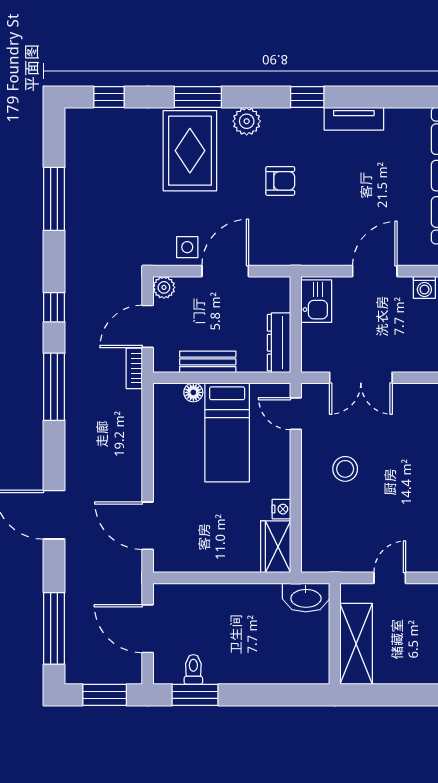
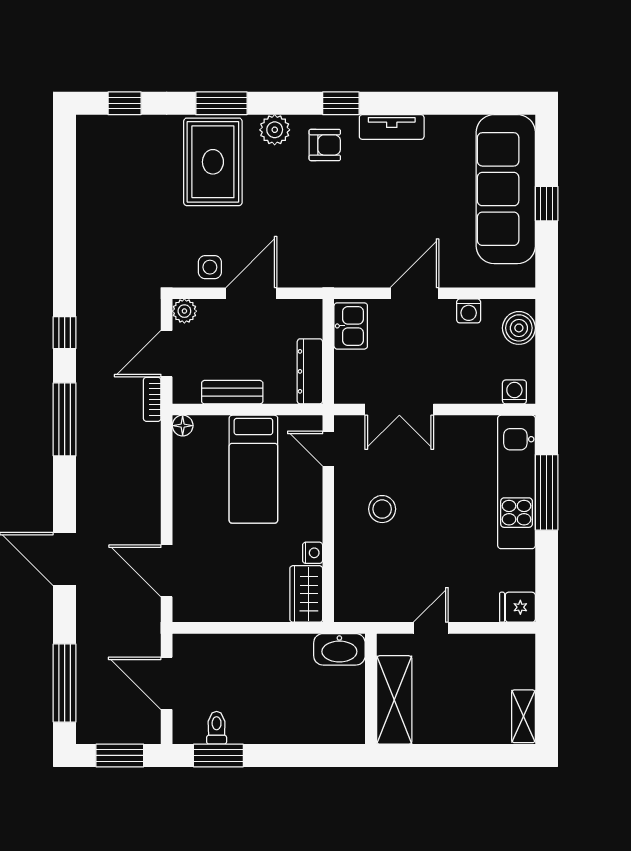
armchair: (280, 181) -> (325, 145), moved
window: (54, 199) -> (65, 214), removed
floor lamp: (193, 392) -> (183, 426), moved

